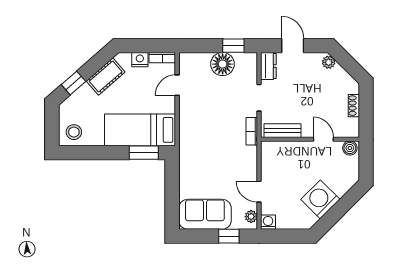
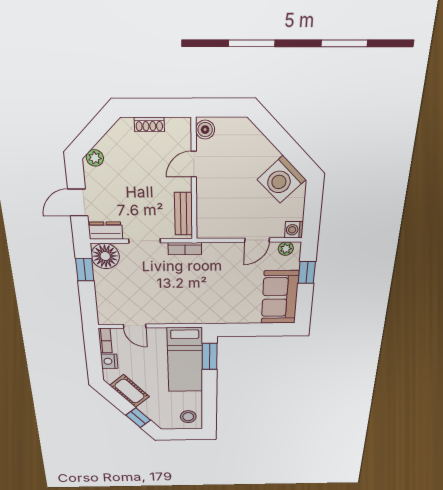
floor lamp: (223, 64) -> (105, 256), moved
washing machine: (320, 199) -> (282, 180), moved

